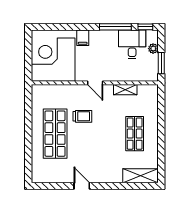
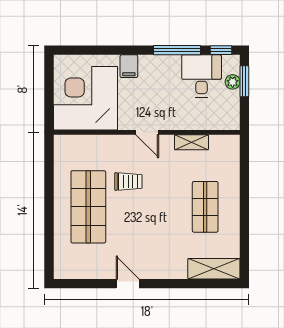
window: (161, 63) -> (244, 81), moved

